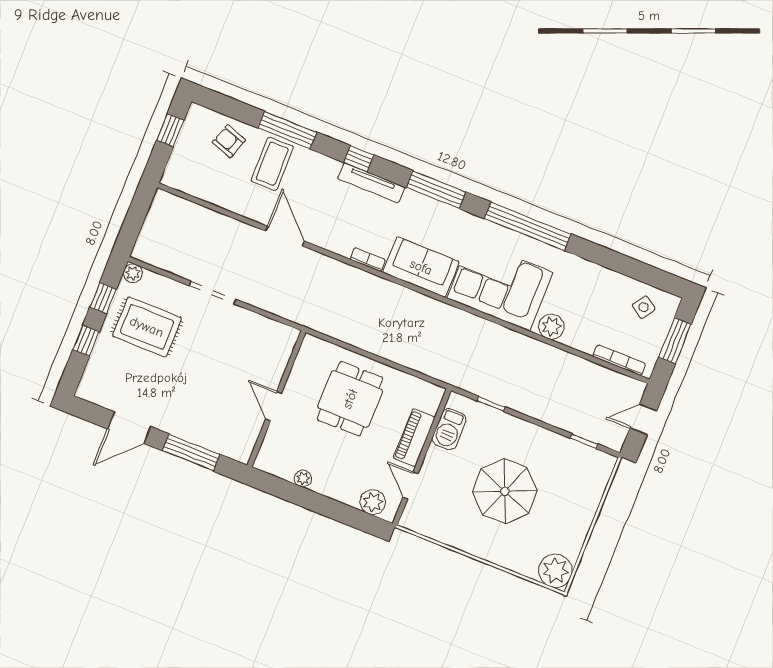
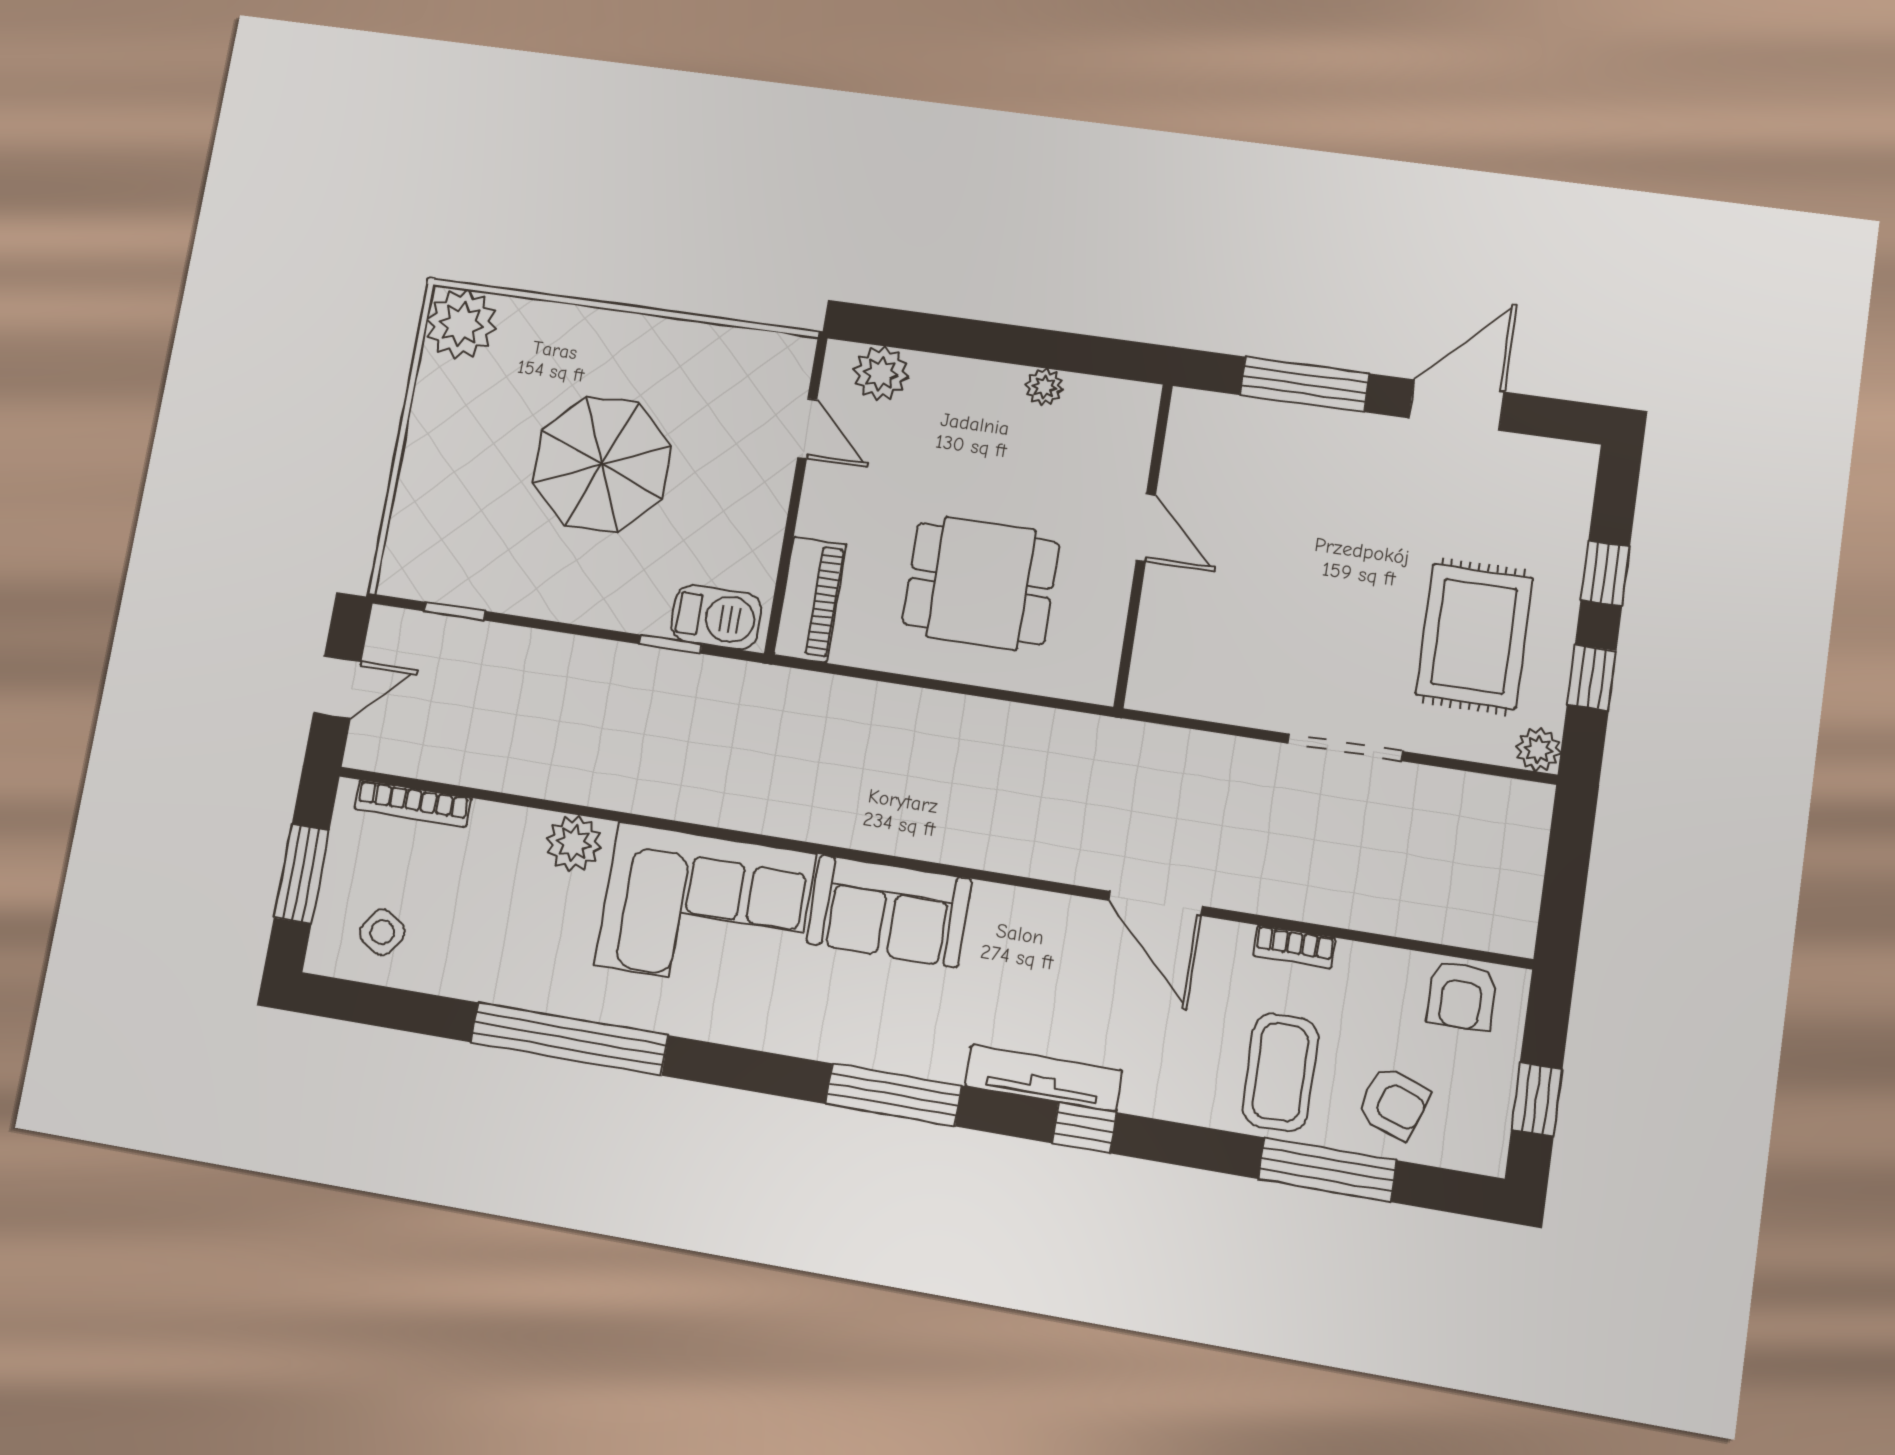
window: (287, 130) -> (1327, 1170), moved
armchair: (190, 179) -> (1462, 996), added
window: (528, 226) -> (569, 1039), moved
door: (285, 236) -> (1155, 903), moved
bookcase: (368, 260) -> (1294, 947), moved
rug: (147, 327) -> (1474, 636), turned 90
dining table: (350, 399) -> (981, 583), turned 90
barbecue: (449, 429) -> (716, 617), moved, turned 90
piano: (414, 438) -> (810, 600), moved

